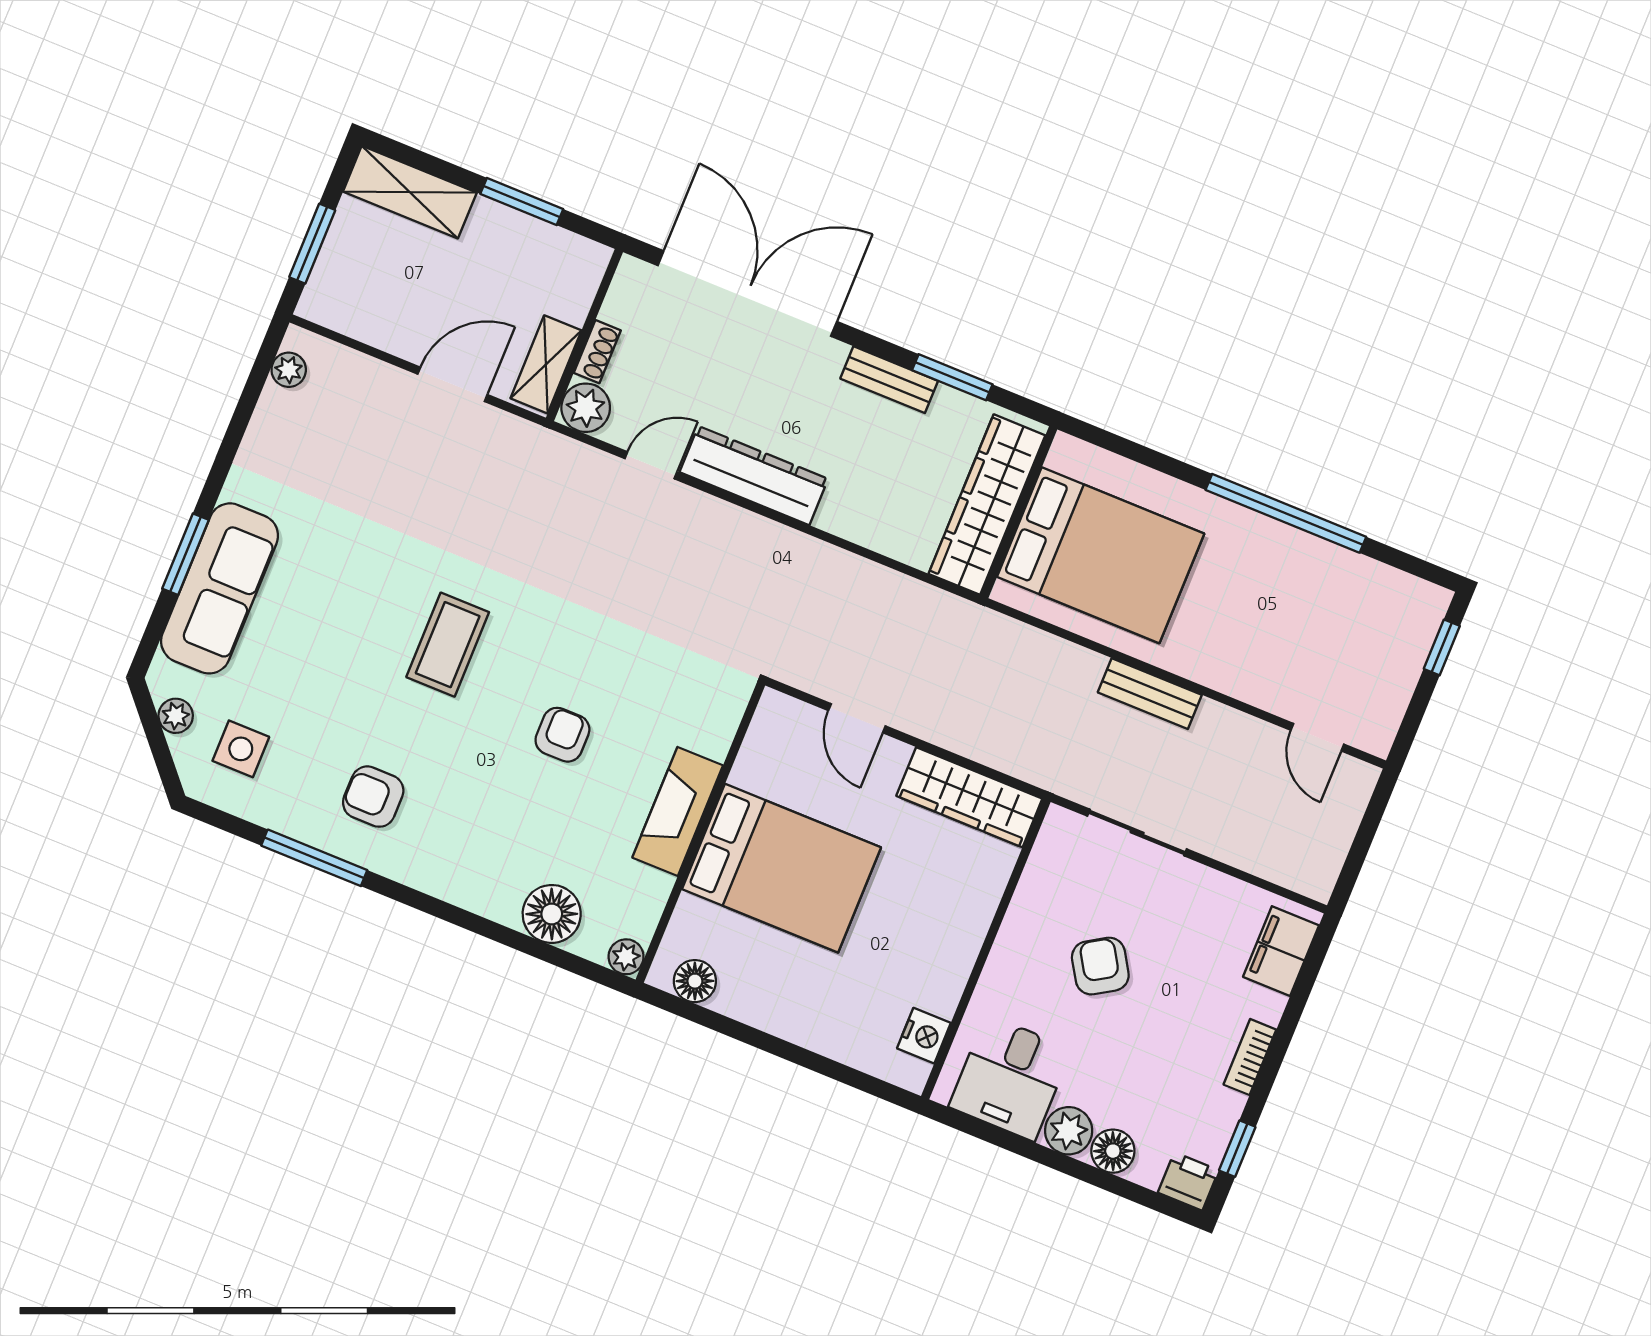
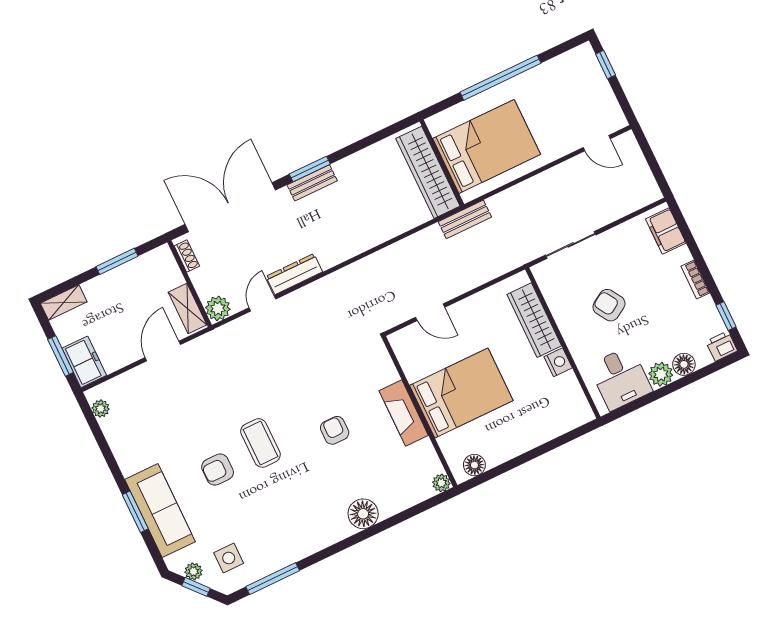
shelving: (410, 192) -> (64, 303), width x0.67, depth x0.75
freezer: (335, 285) -> (84, 362), added
shoe rack: (597, 352) -> (187, 256), moved
window: (952, 377) -> (310, 169), moved
dresser: (754, 476) -> (294, 274), width x0.73, depth x0.80
wardrobe: (987, 505) -> (428, 172), moved
wall: (1019, 512) -> (442, 163), moved
bed: (1101, 555) -> (487, 146), moved
bench: (1150, 694) -> (465, 219), moved
window: (157, 740) -> (196, 587), added
armchair: (373, 797) -> (218, 470), moved
wardrobe: (969, 797) -> (534, 320), moved, turned 90
window: (314, 858) -> (273, 579), moved
floor lamp: (552, 914) -> (363, 514), moved
nightstand: (924, 1036) -> (558, 362), moved

